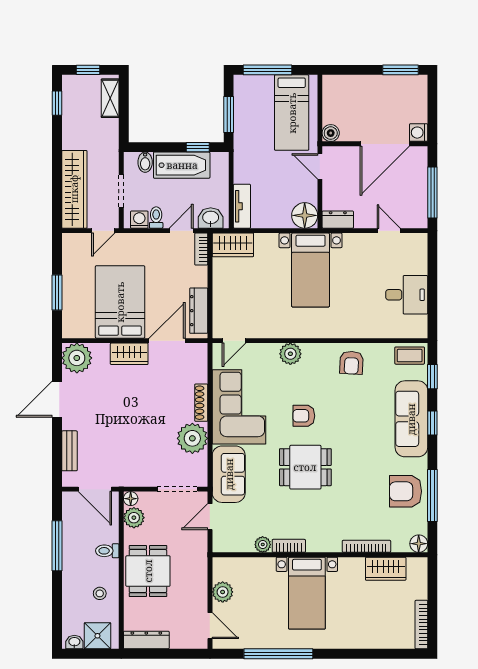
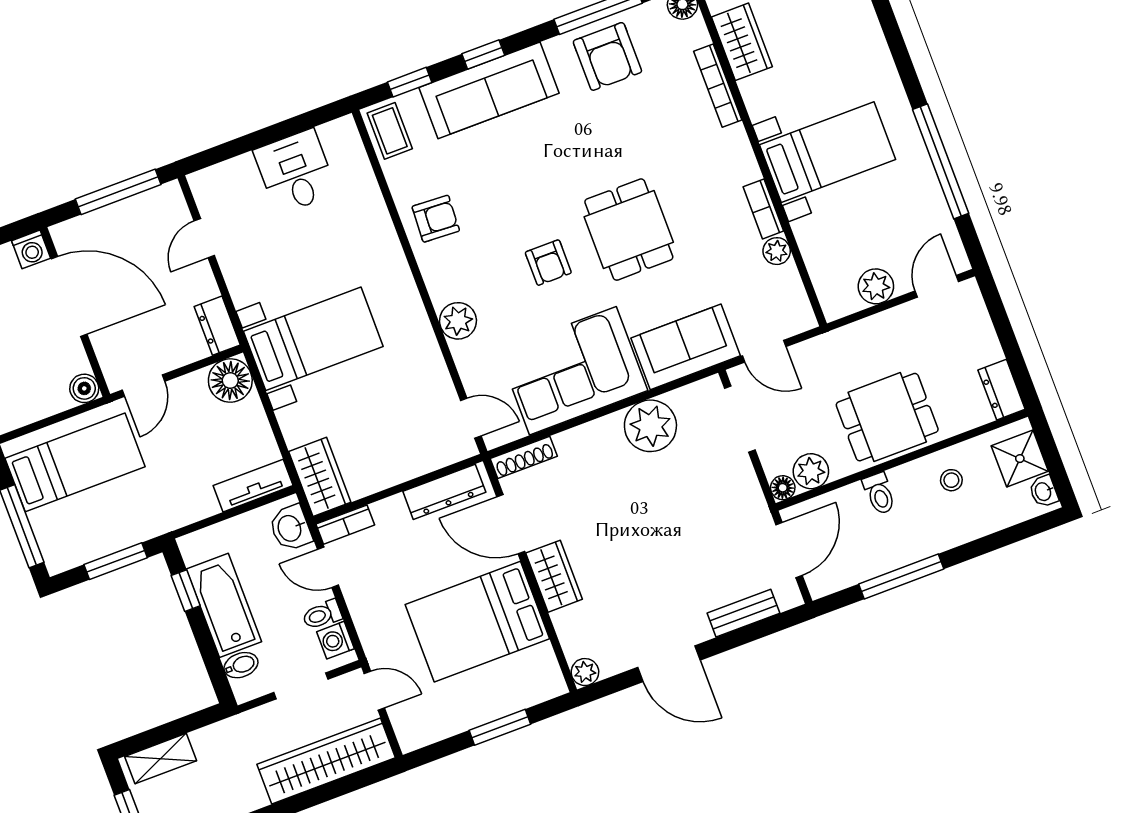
plant: (77, 358) -> (585, 672), width x0.53, depth x0.53
shoe rack: (201, 403) -> (524, 457), moved
dresser: (146, 640) -> (1002, 390), width x0.70

